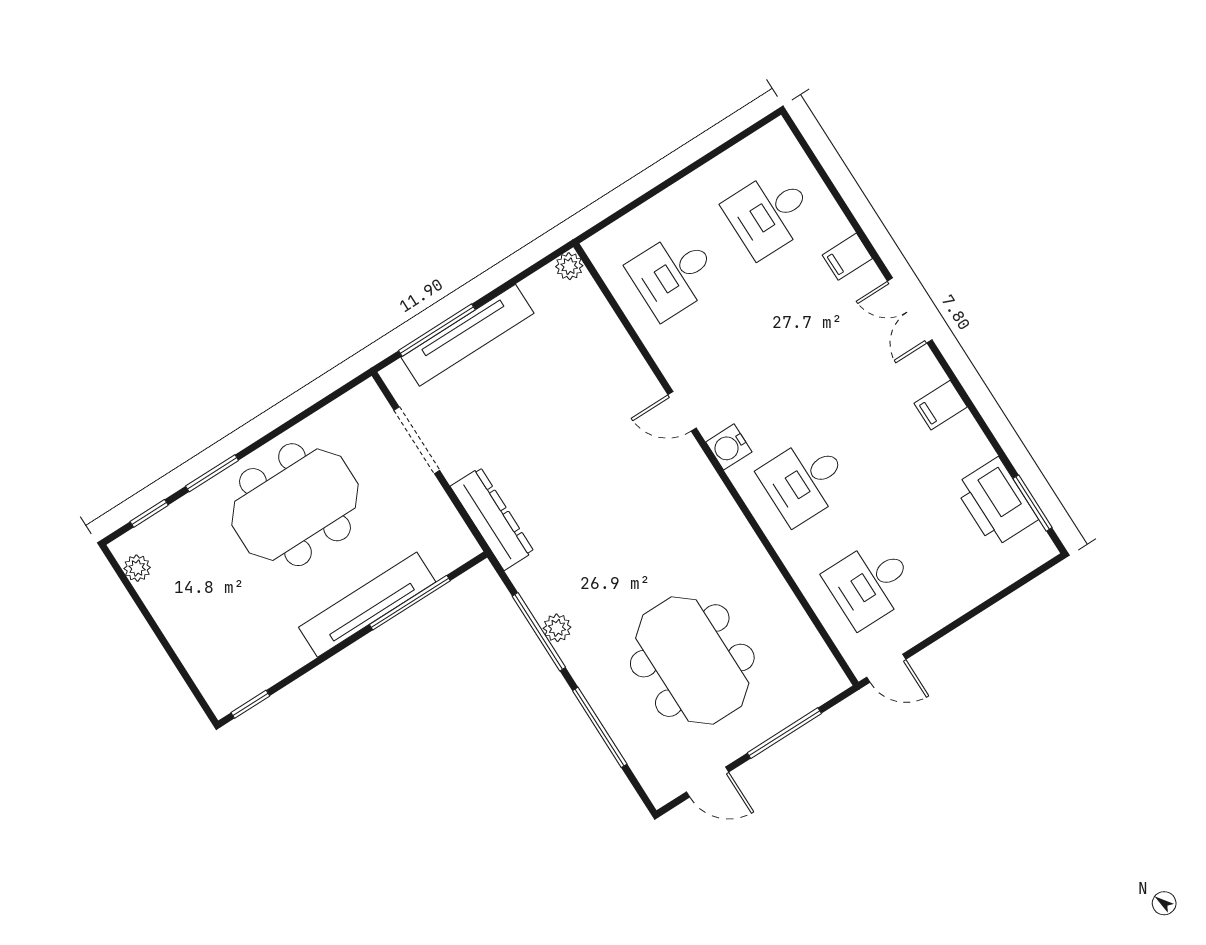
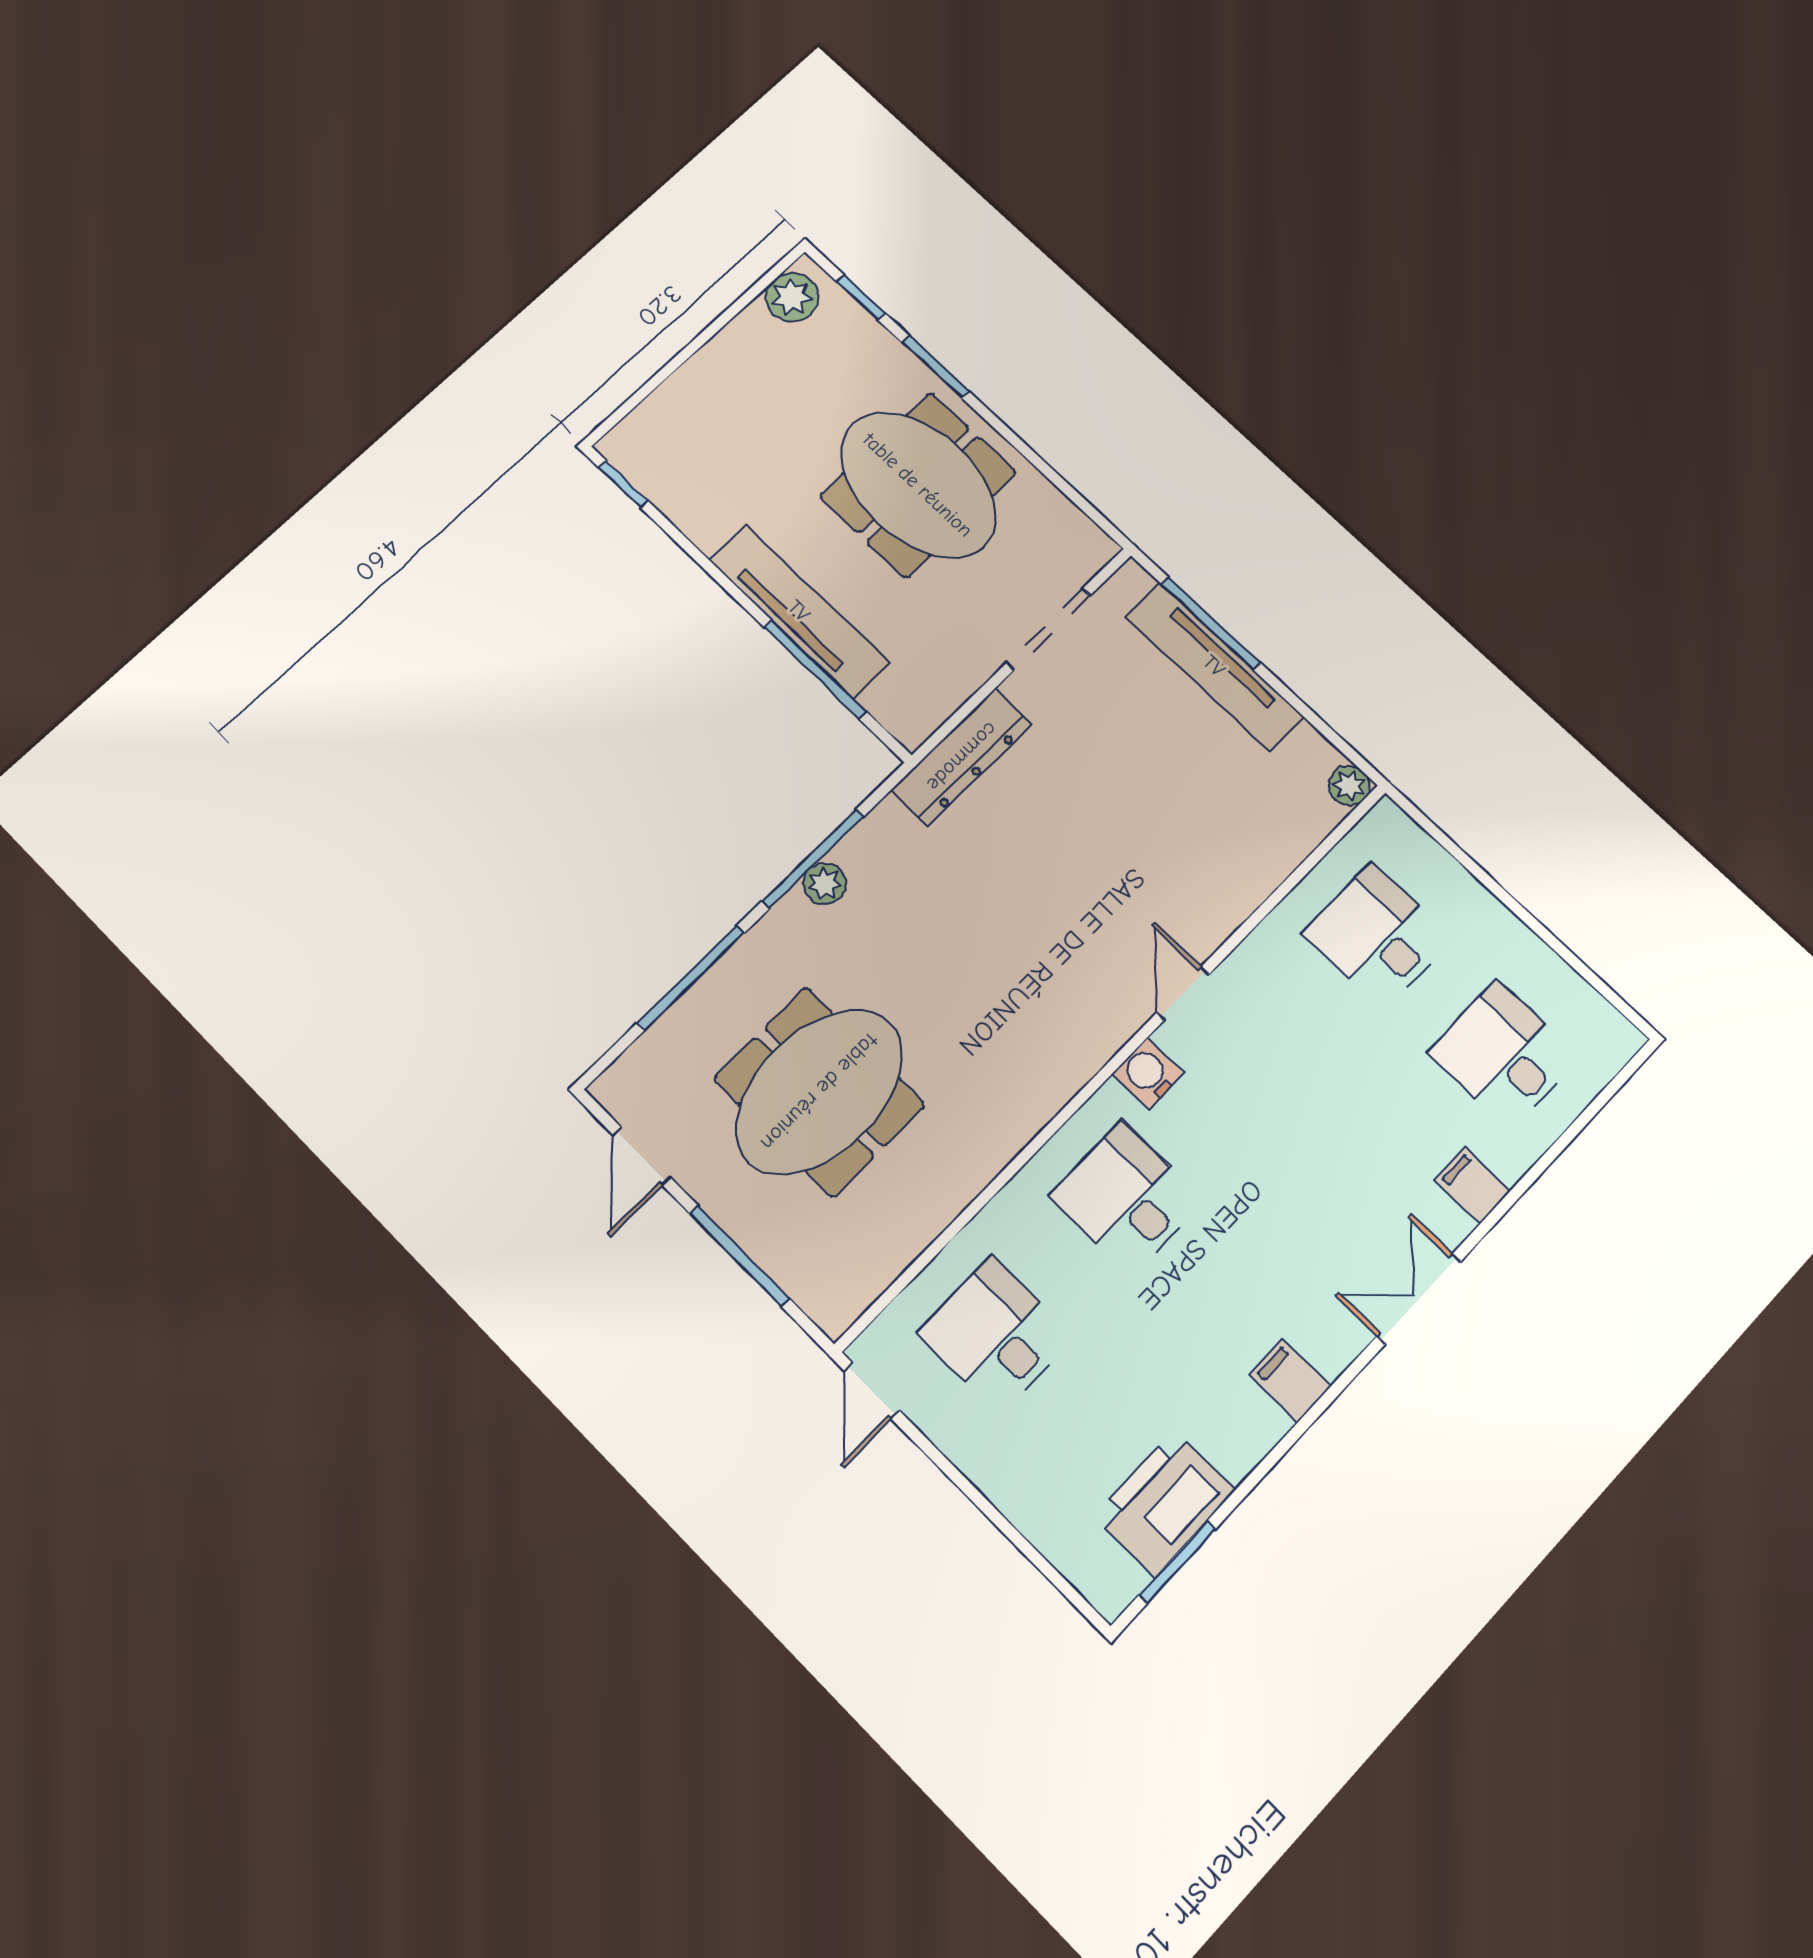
plant: (137, 568) -> (792, 297), width x1.38, depth x1.38

